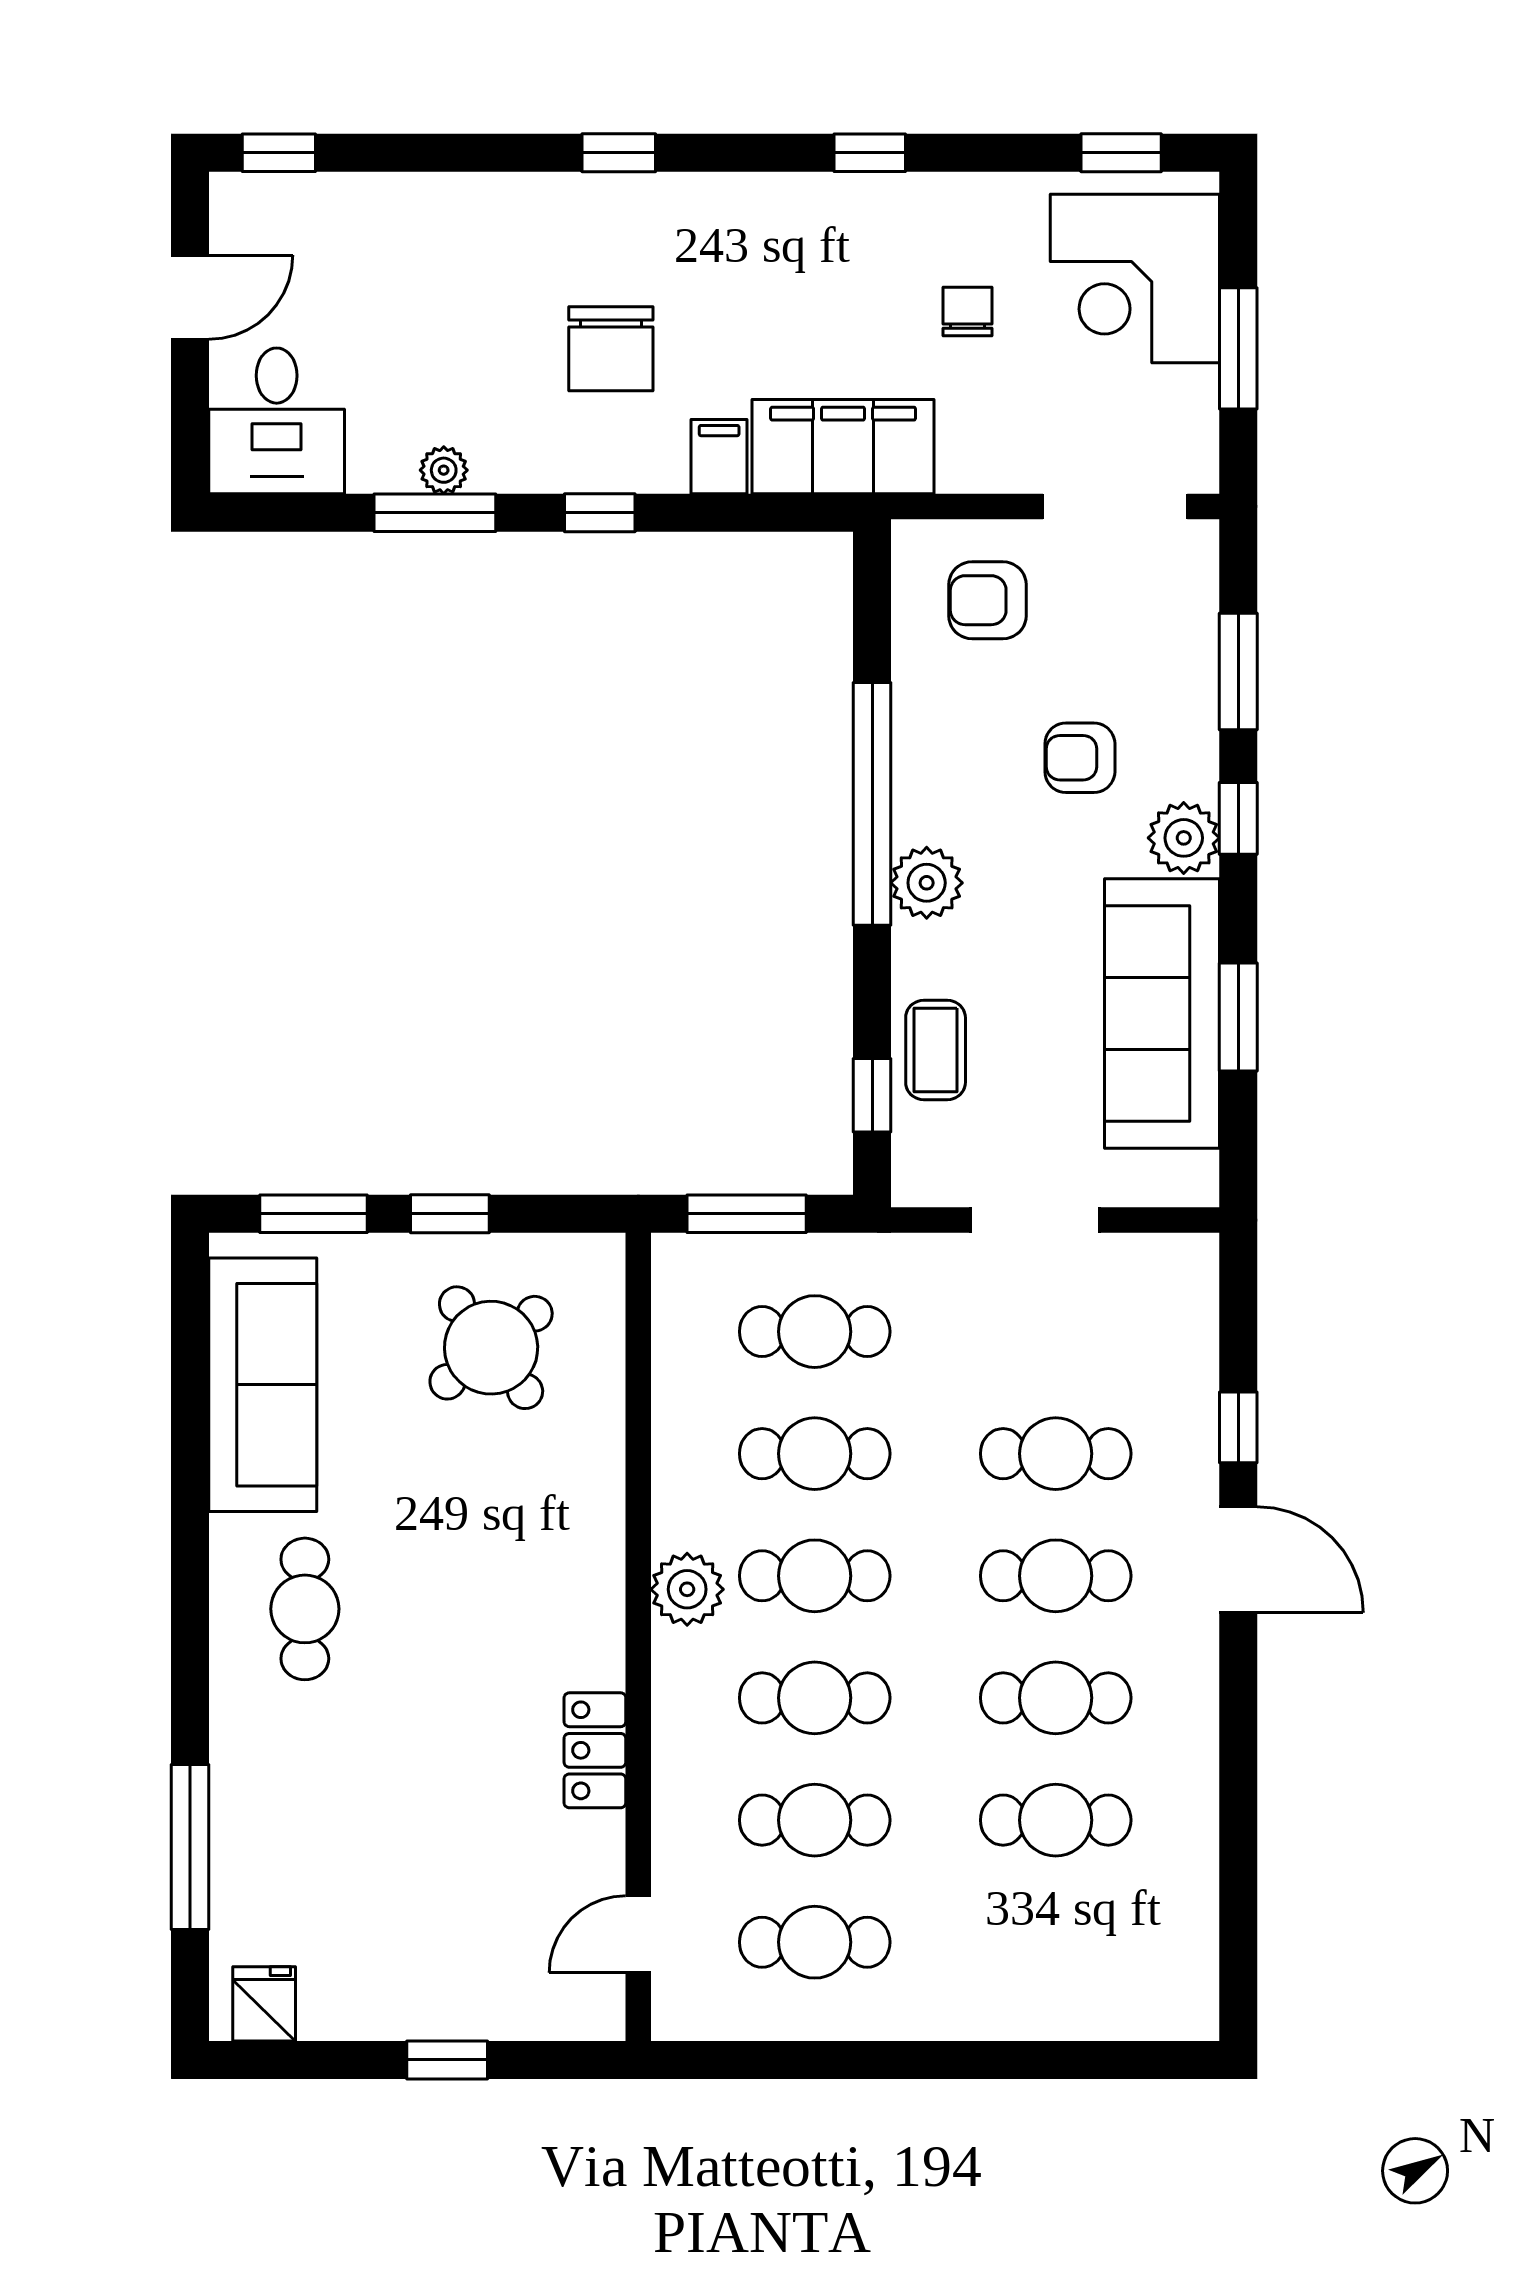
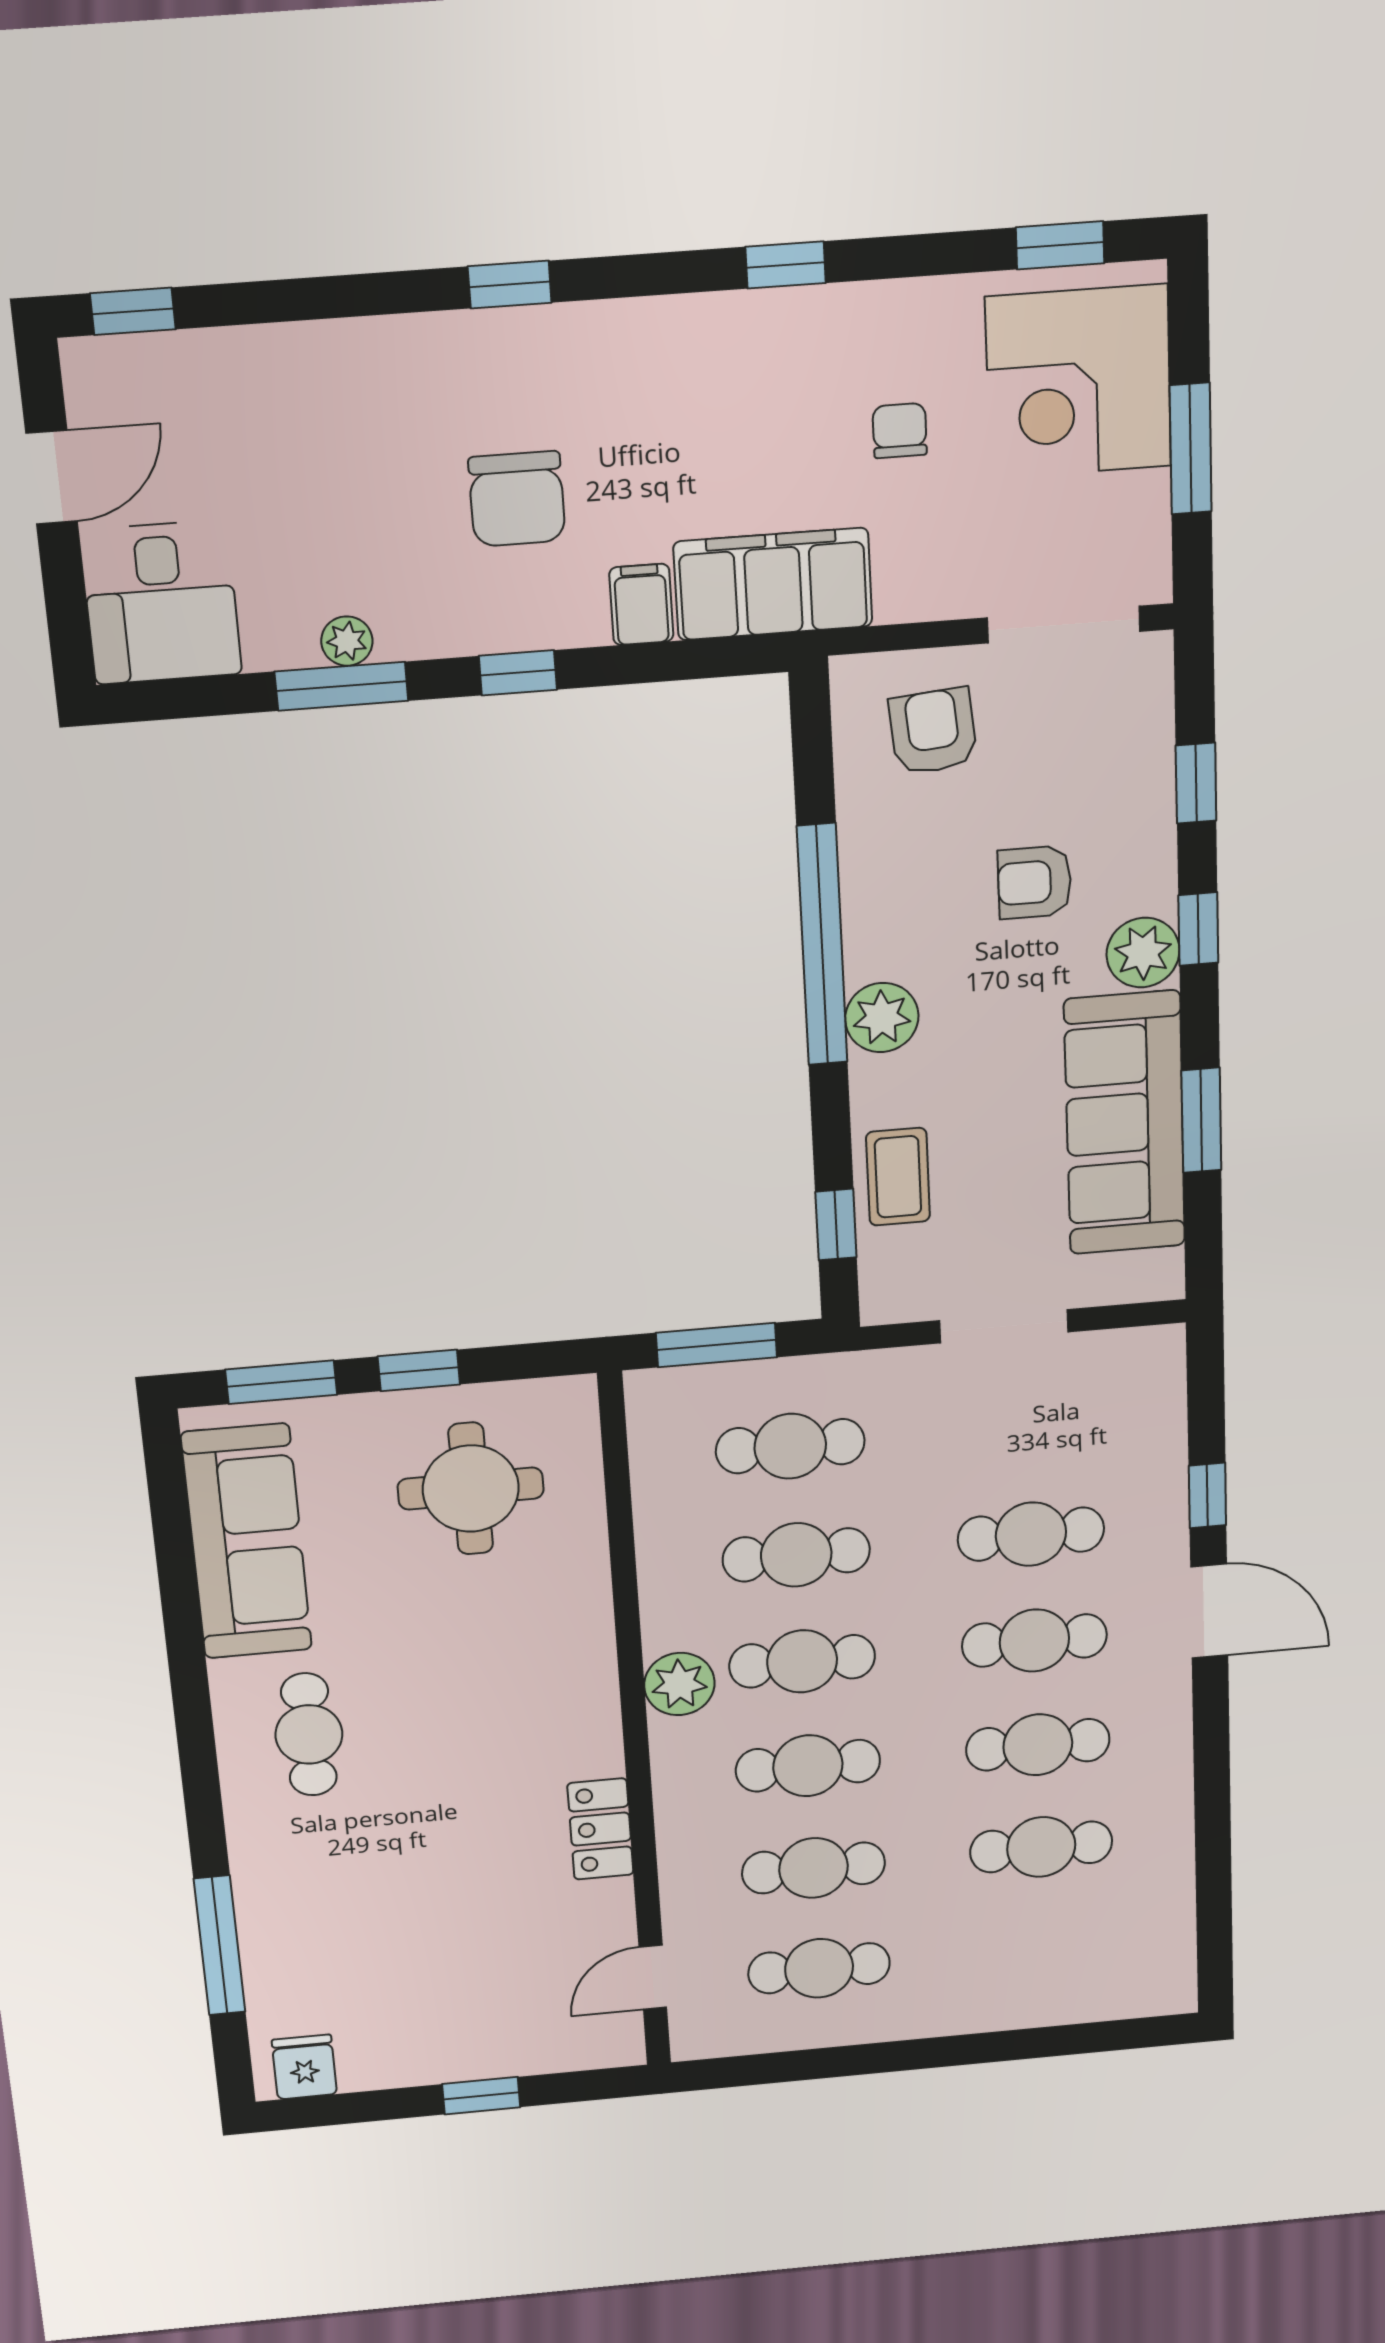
armchair: (987, 600) -> (933, 731), turned 85
window: (1238, 671) -> (1196, 783), width x0.67
round table: (491, 1348) -> (471, 1489), turned 38

